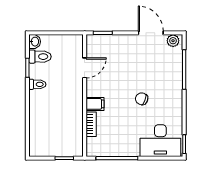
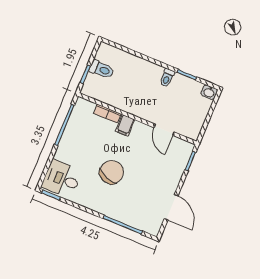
door: (151, 33) -> (171, 207), hinge flipped
plant: (173, 41) -> (155, 225), removed
toilet: (40, 57) -> (102, 69), moved, turned -90
chair: (142, 99) -> (112, 172), width x1.87, depth x1.87
desk: (160, 141) -> (62, 179), width x0.73

